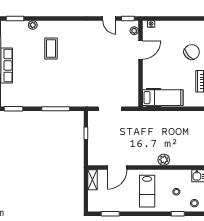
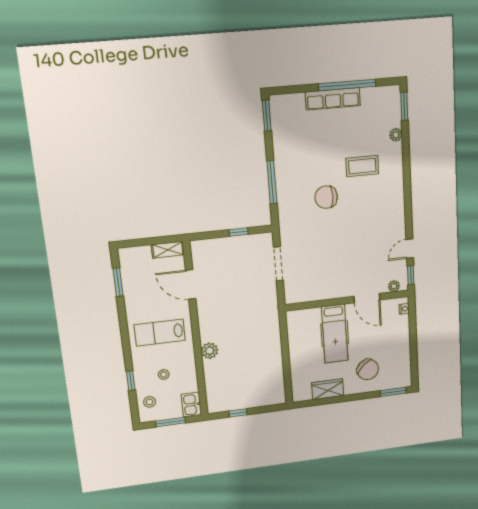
chair: (69, 74) -> (326, 197), added
hospital bed: (163, 98) -> (335, 334), moved

